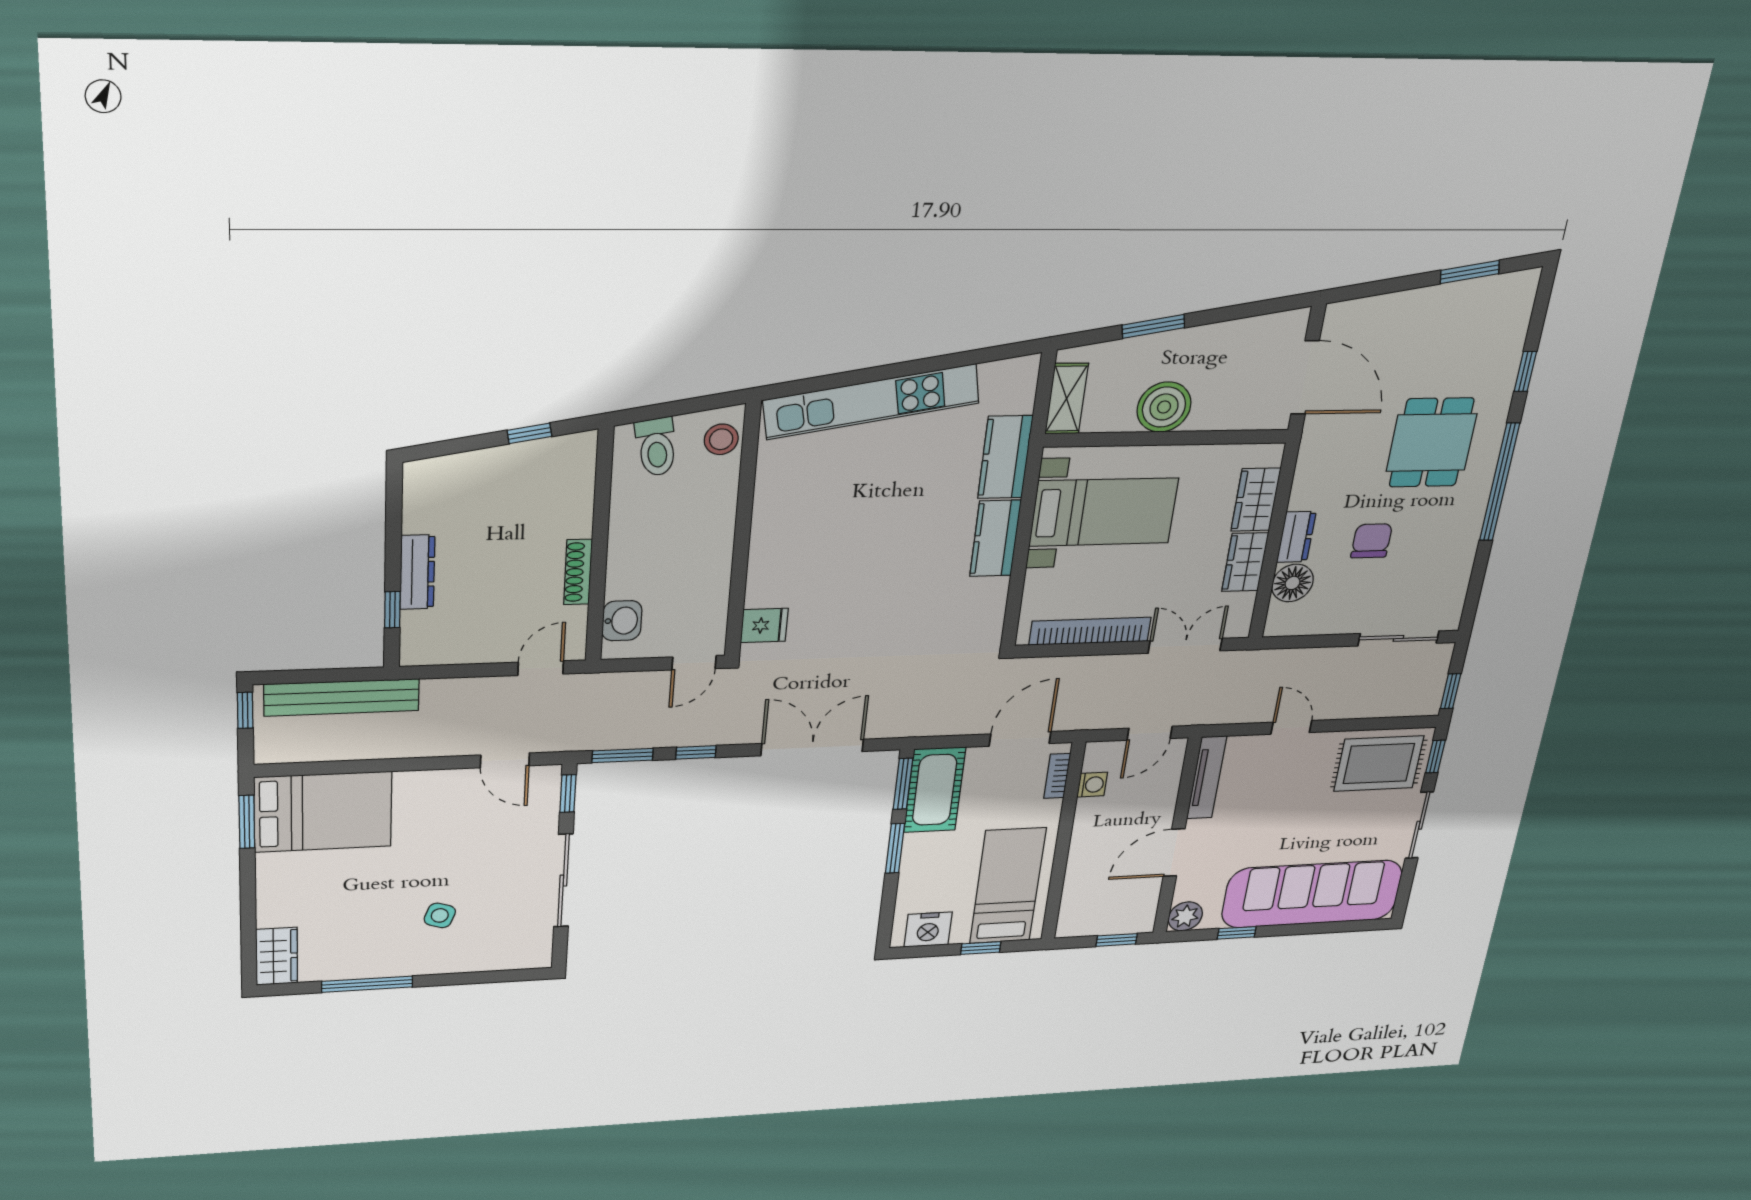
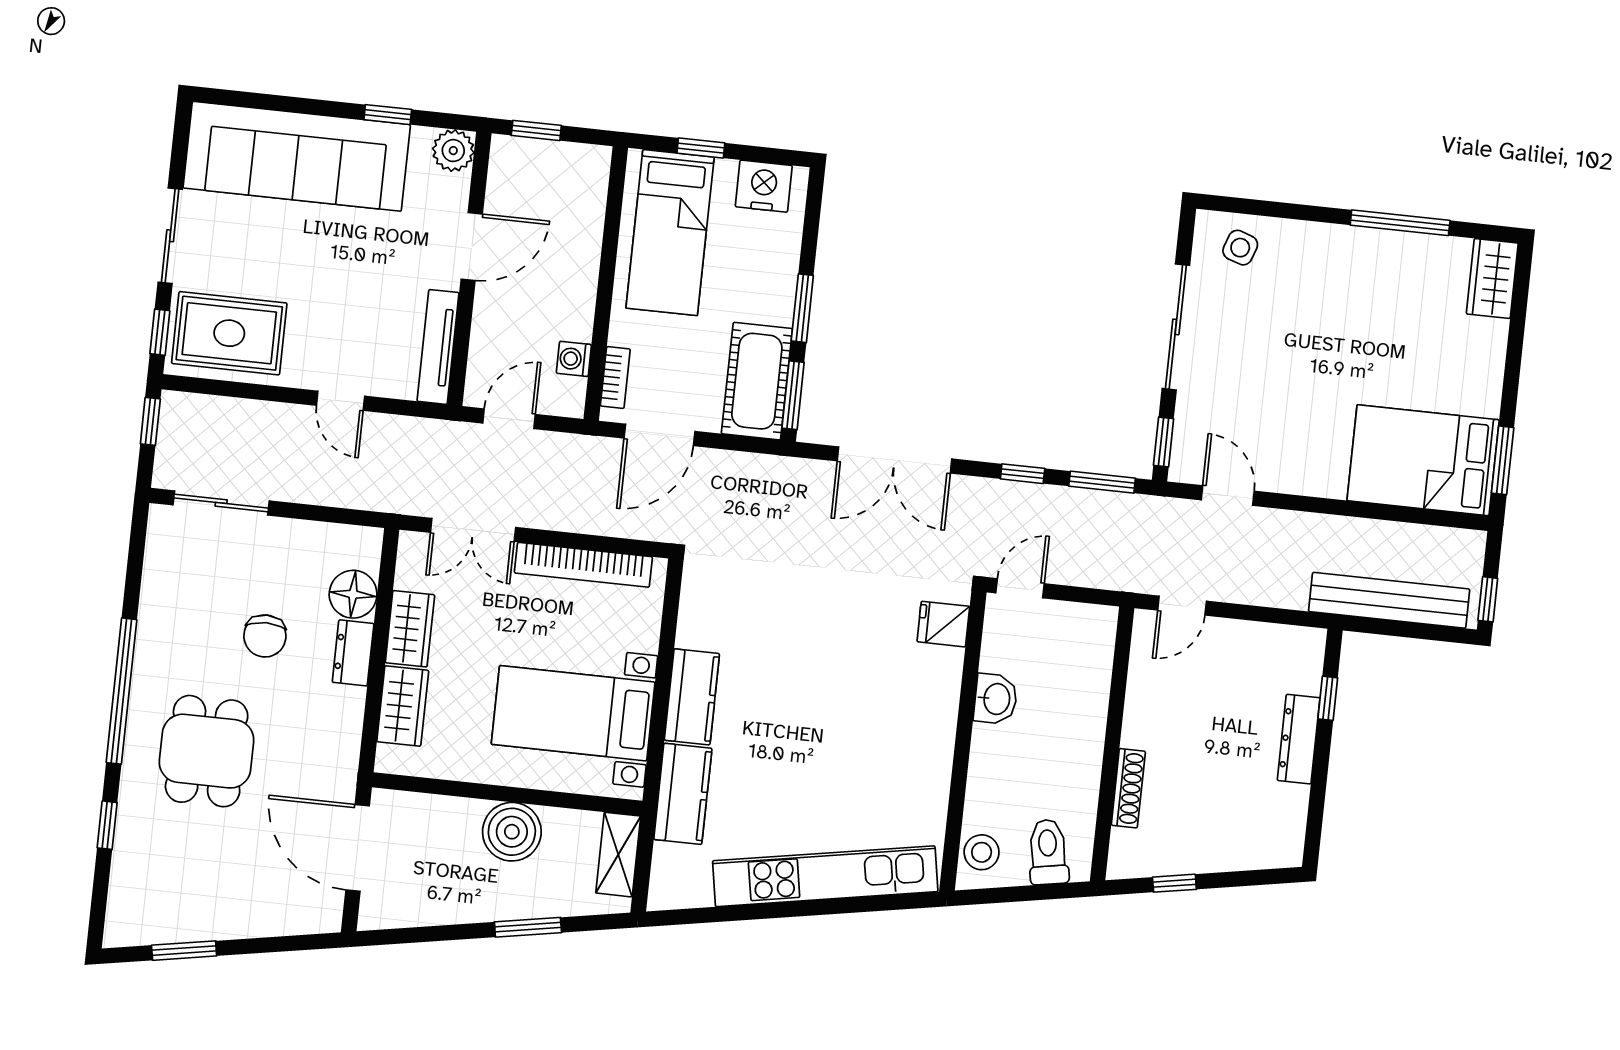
shoe rack: (578, 572) -> (1128, 788), moved
washbasin: (622, 621) -> (996, 699), moved, turned 180
side table: (440, 915) -> (1240, 248), moved

